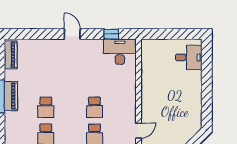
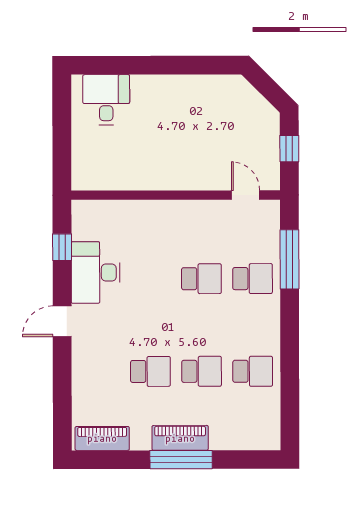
desk: (120, 52) -> (96, 272), moved
school desk: (46, 80) -> (150, 371), added

